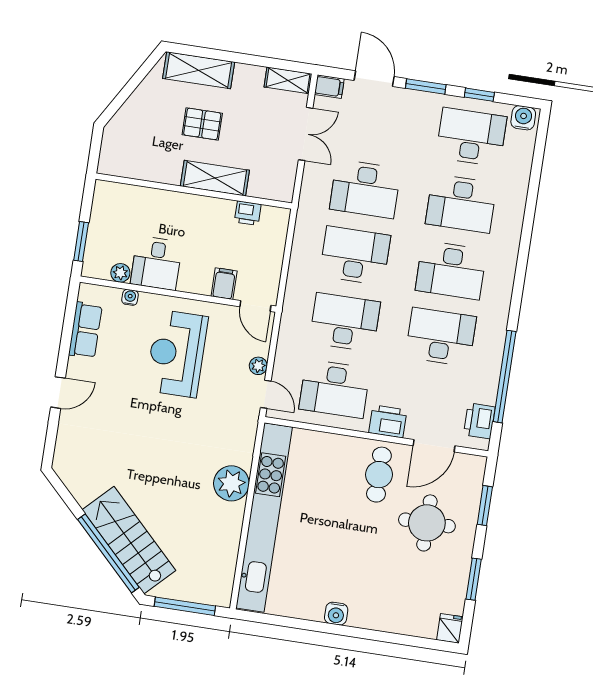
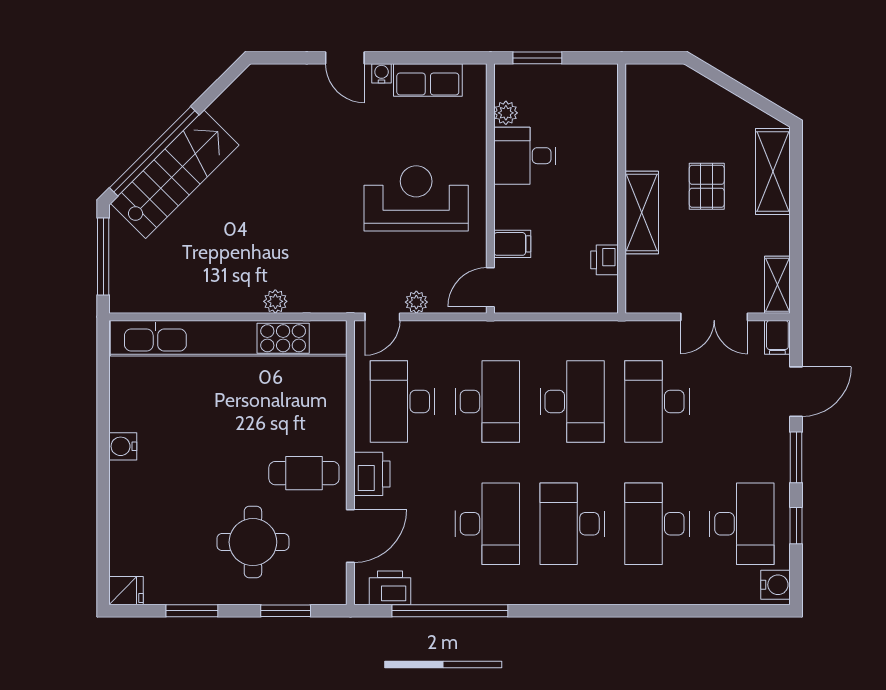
water cooler: (130, 297) -> (382, 73), moved, turned -90
door: (434, 446) -> (350, 536), swing flipped
plant: (231, 483) -> (275, 301), width x0.53, depth x0.53

